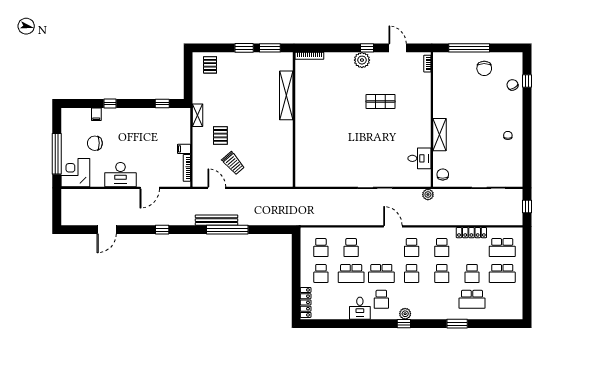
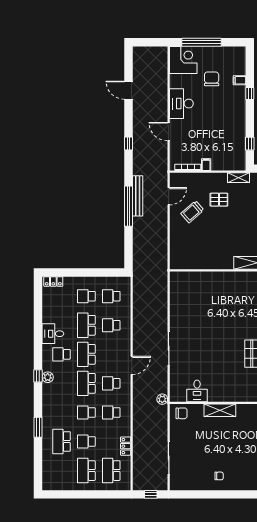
locker: (471, 233) -> (126, 446), width x0.66
school desk: (412, 273) -> (86, 383), width x1.85
locker: (306, 302) -> (53, 281), width x0.66

